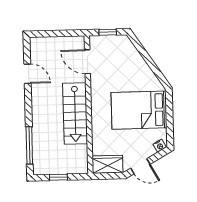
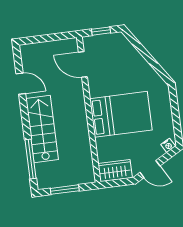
bed: (139, 110) -> (121, 114), moved, turned 180
stairs: (75, 114) -> (42, 129), moved, turned 180
window: (58, 177) -> (65, 190), width x1.50

